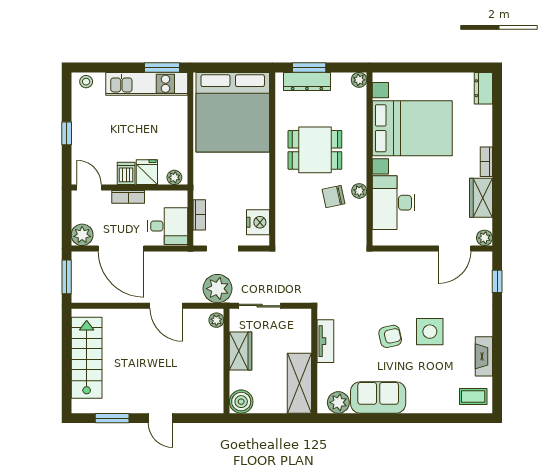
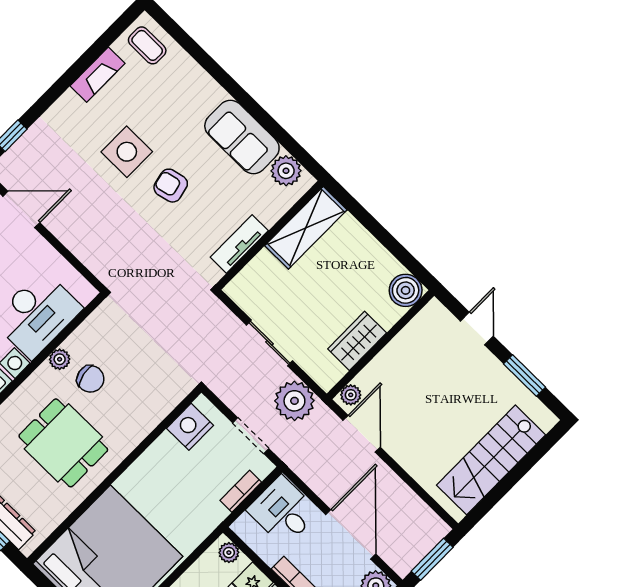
plant: (216, 320) -> (351, 395), moved
wardrobe: (241, 351) -> (357, 341), moved
wall: (227, 361) -> (380, 345), moved
boiler: (241, 402) -> (406, 290), moved

